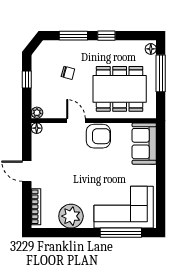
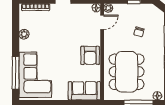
door: (76, 121) -> (102, 22), moved
plant: (71, 216) -> (24, 34), width x0.53, depth x0.53

